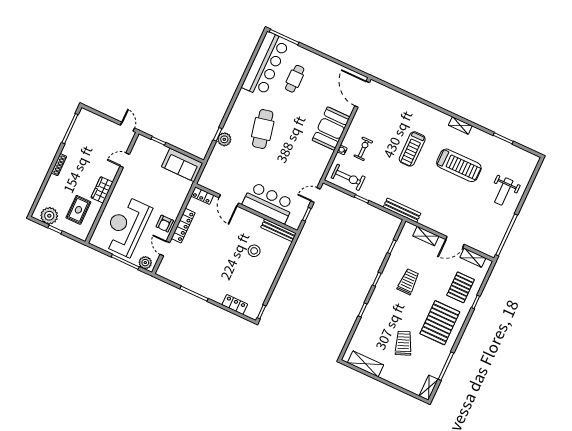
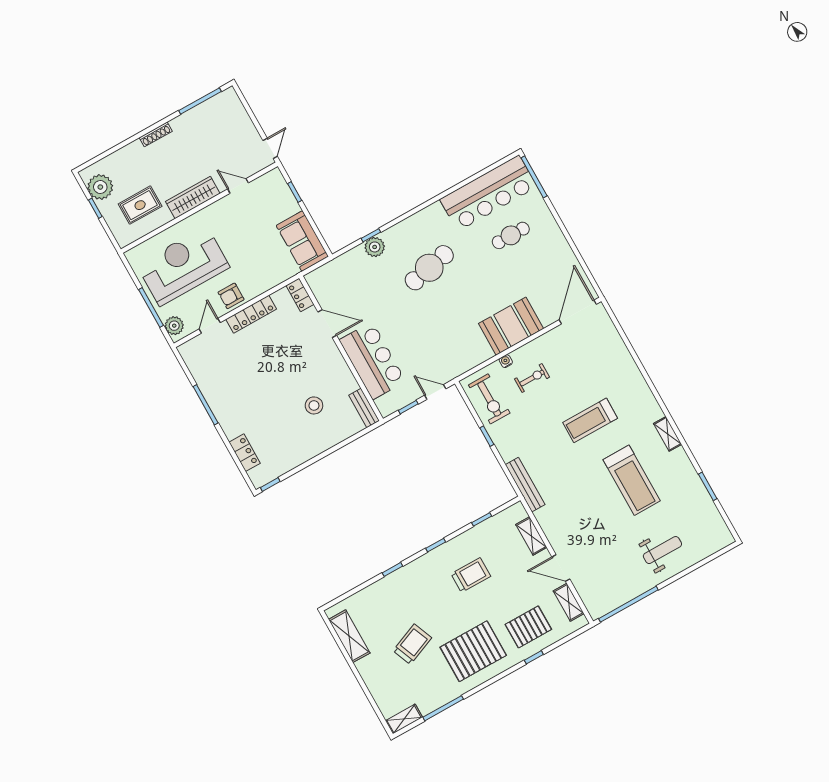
wardrobe: (102, 190) -> (193, 197), width x1.50
weight bench: (504, 192) -> (662, 550), turned 180
door: (229, 200) -> (327, 324), swing flipped
bench: (278, 230) -> (364, 408), width x0.73

